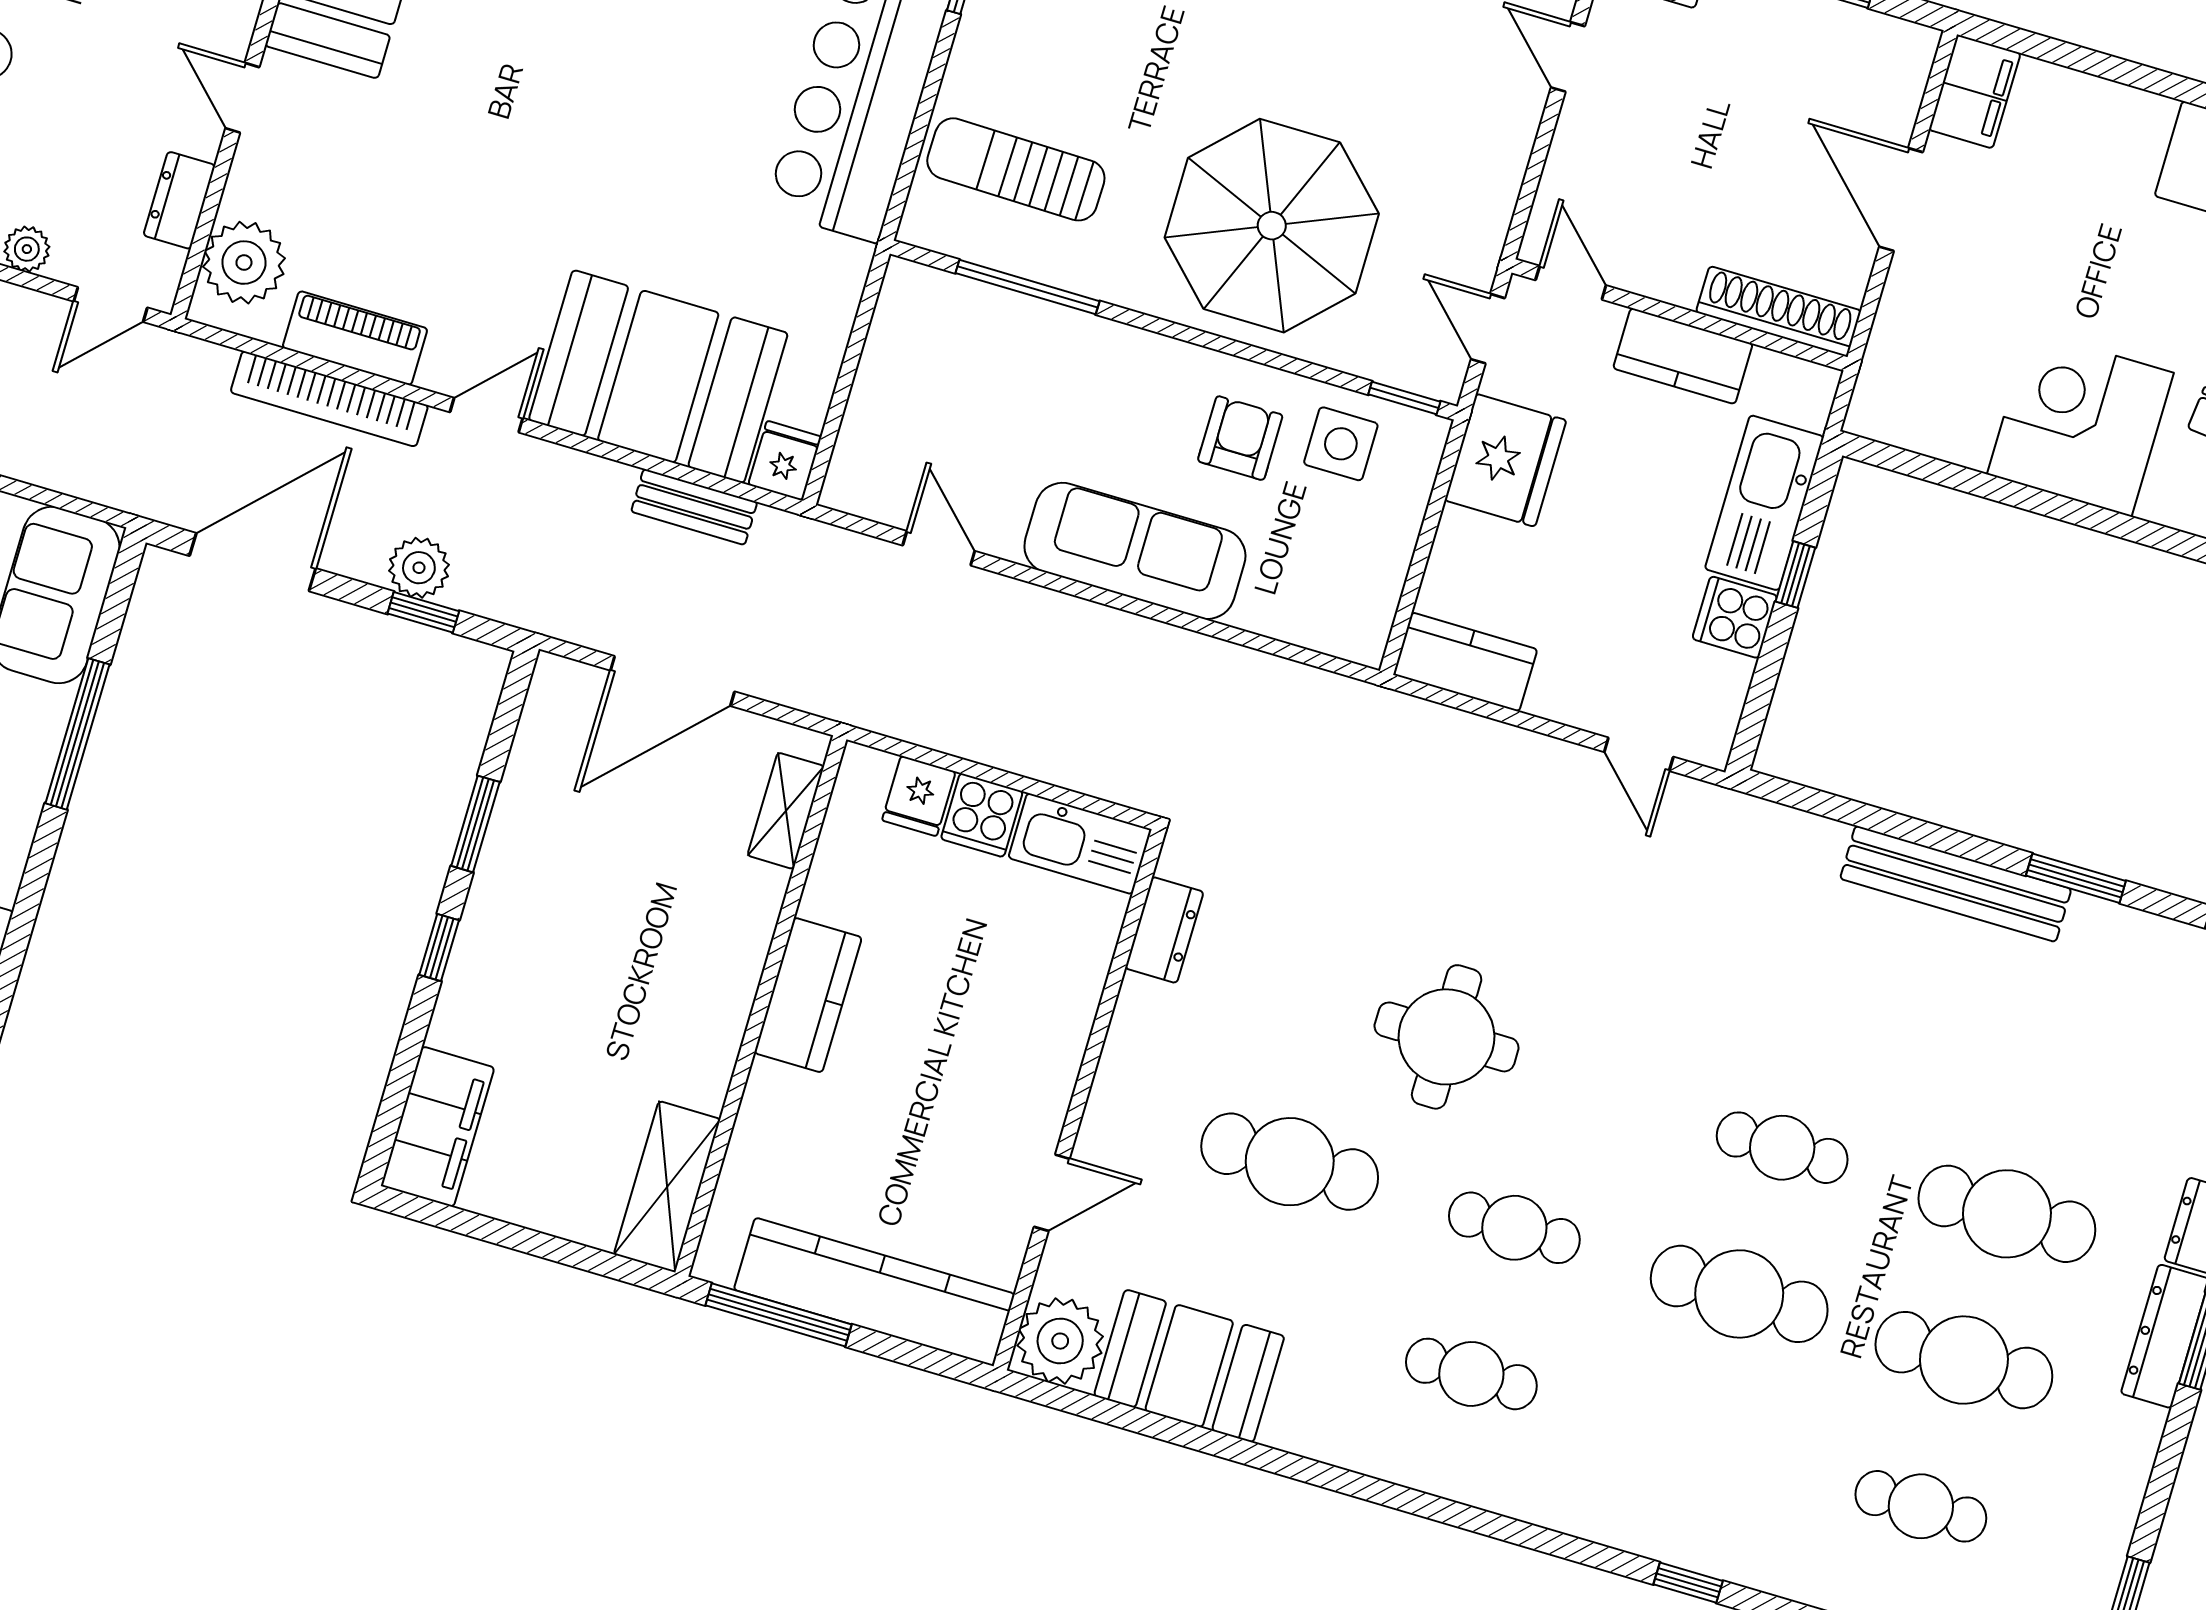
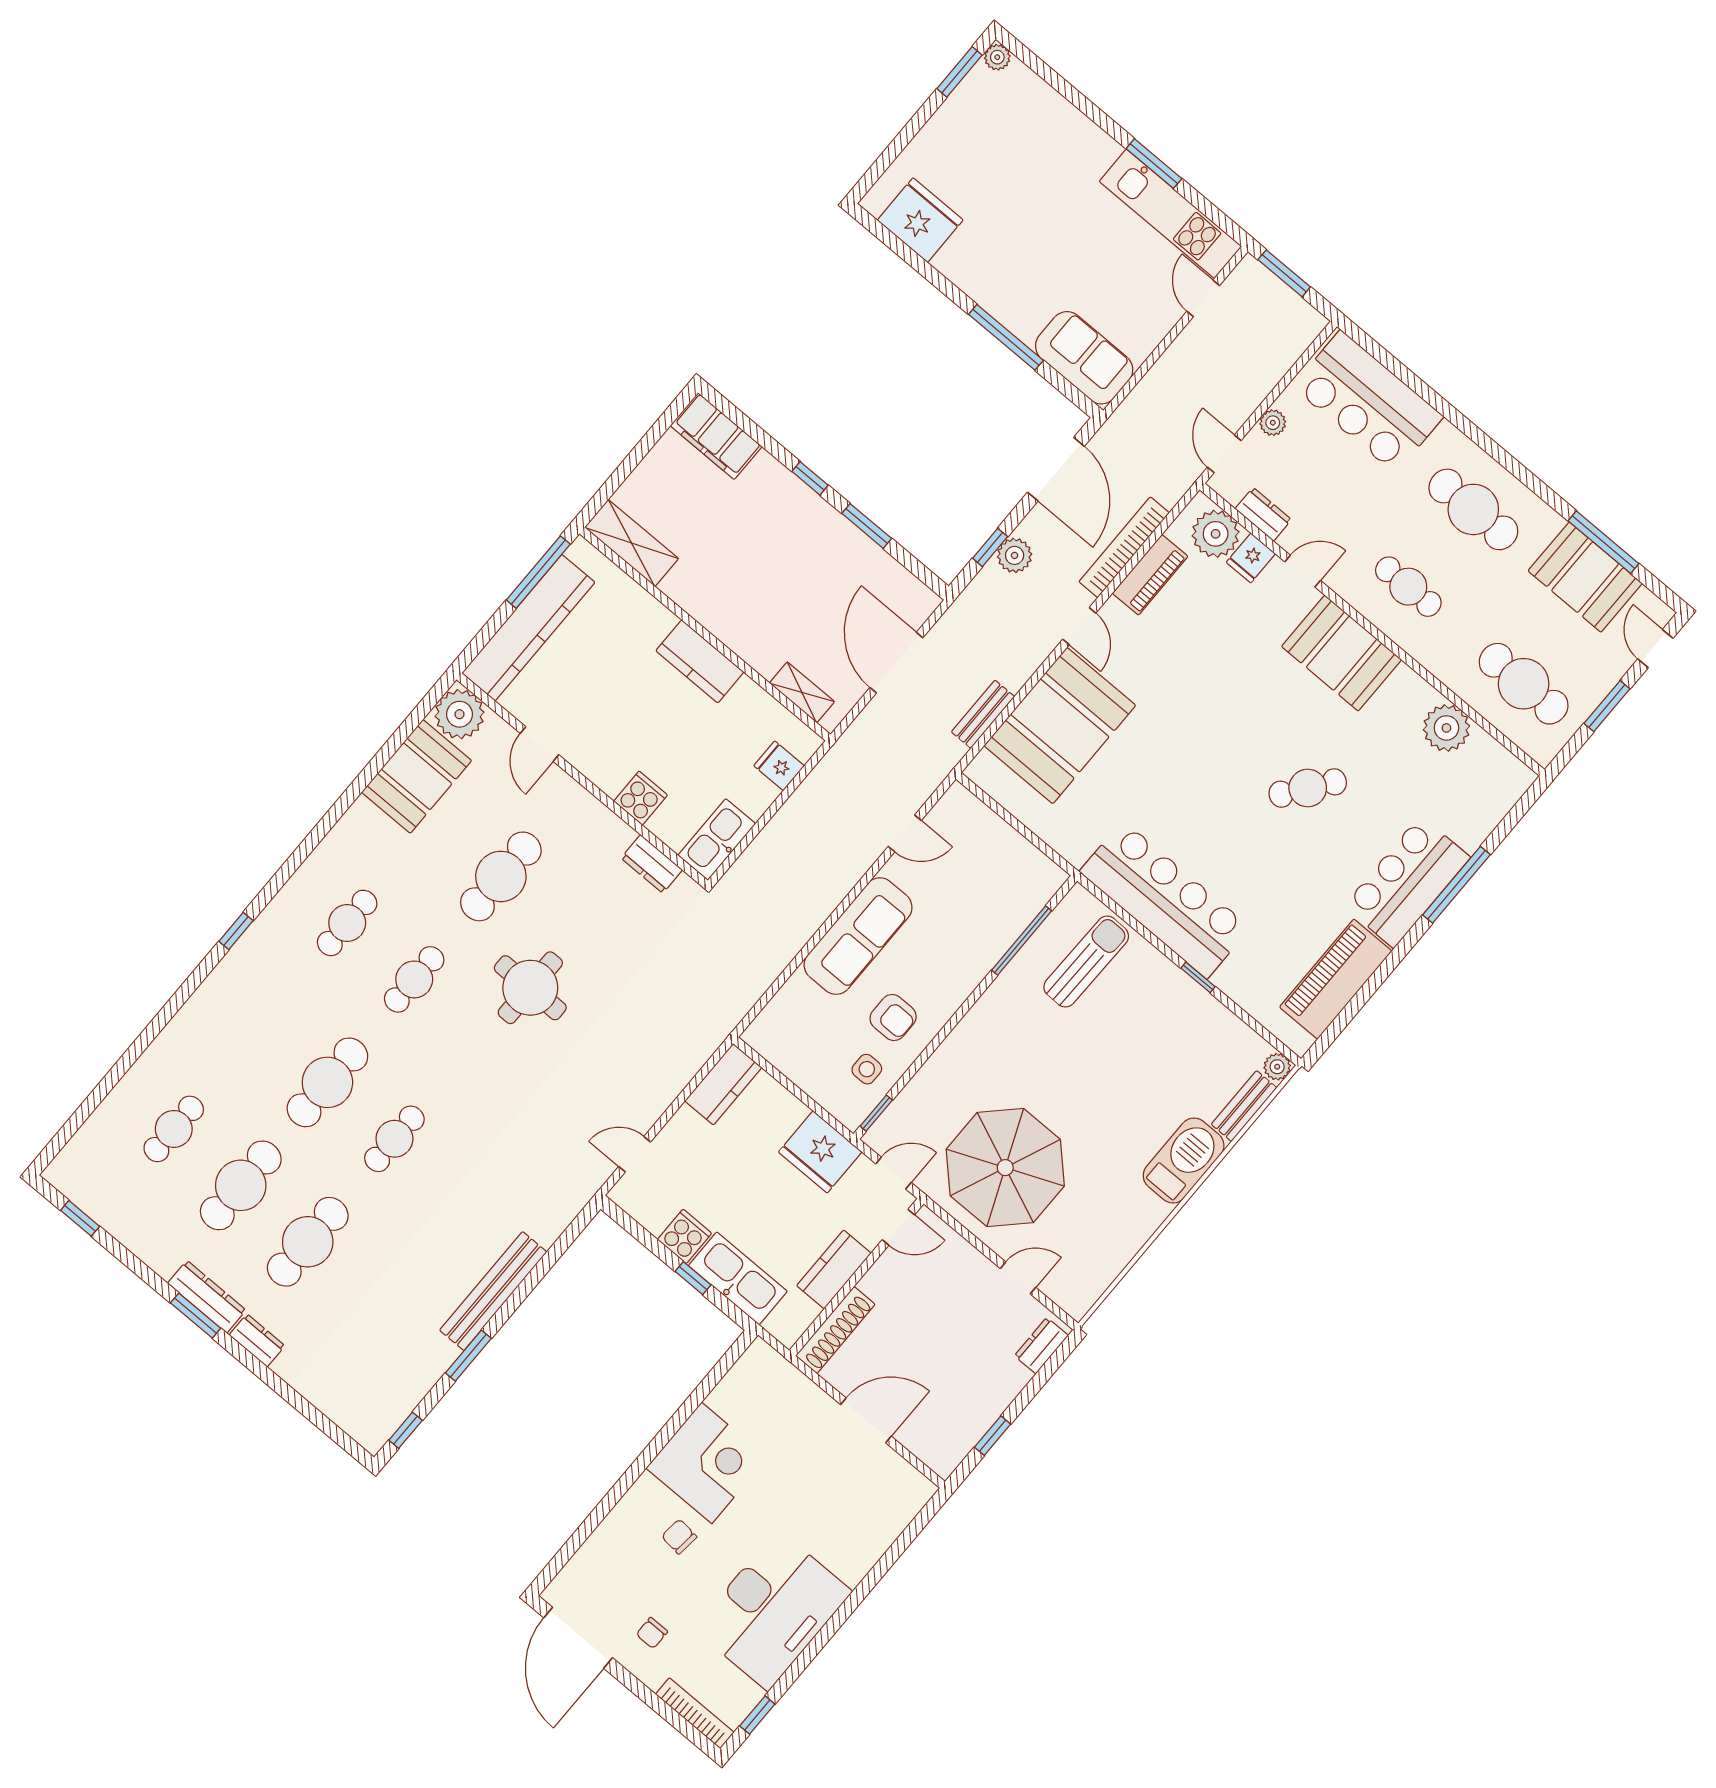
filing cabinet: (1975, 91) -> (906, 1484), removed
parasol: (1272, 226) -> (1005, 1168), moved
side table: (1341, 444) -> (867, 1069), width x0.73, depth x0.73
fridge: (785, 461) -> (1251, 558), moved, turned 90
cooker: (982, 815) -> (641, 798), moved, turned 90
window: (1688, 1583) -> (236, 931), moved

